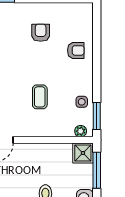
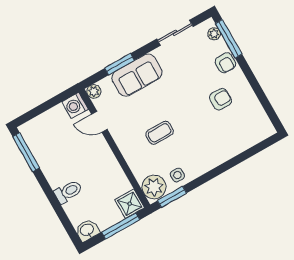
armchair: (76, 50) -> (225, 63), moved
plant: (81, 131) -> (154, 187), width x1.88, depth x1.88

